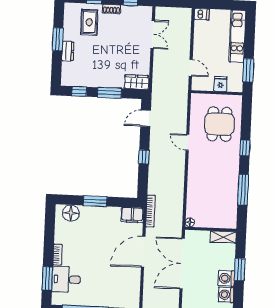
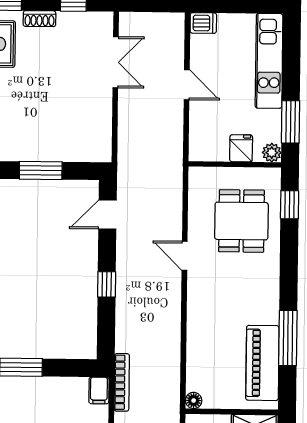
door: (191, 68) -> (187, 85), moved
wardrobe: (137, 82) -> (89, 150), removed
plant: (237, 87) -> (272, 153), added
window: (245, 148) -> (290, 205), moved
piano: (229, 203) -> (262, 363), added
filing cabinet: (132, 215) -> (99, 390), width x0.50

